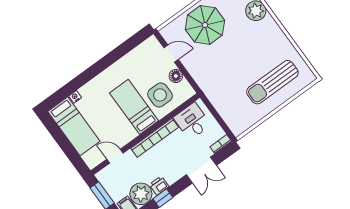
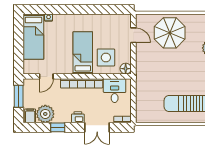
floor lamp: (176, 76) -> (126, 69), moved
door: (115, 156) -> (46, 76), swing flipped
printer: (159, 186) -> (78, 117), moved

